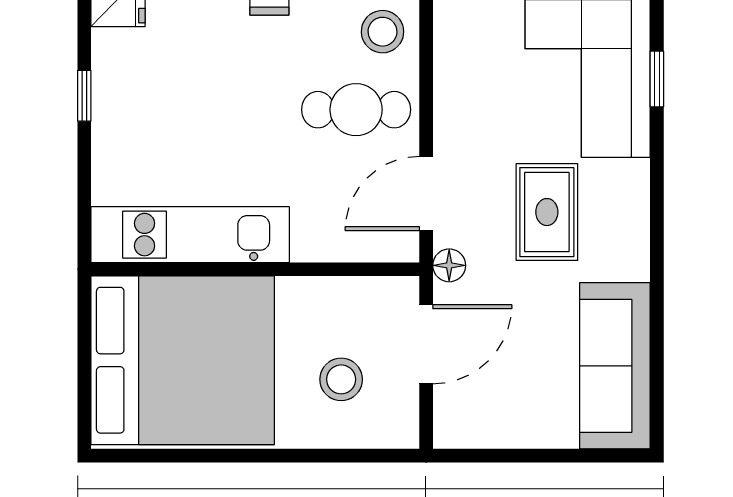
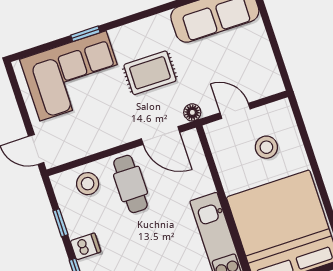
window: (657, 79) -> (85, 34), moved
door: (426, 344) -> (235, 111), width x0.73

